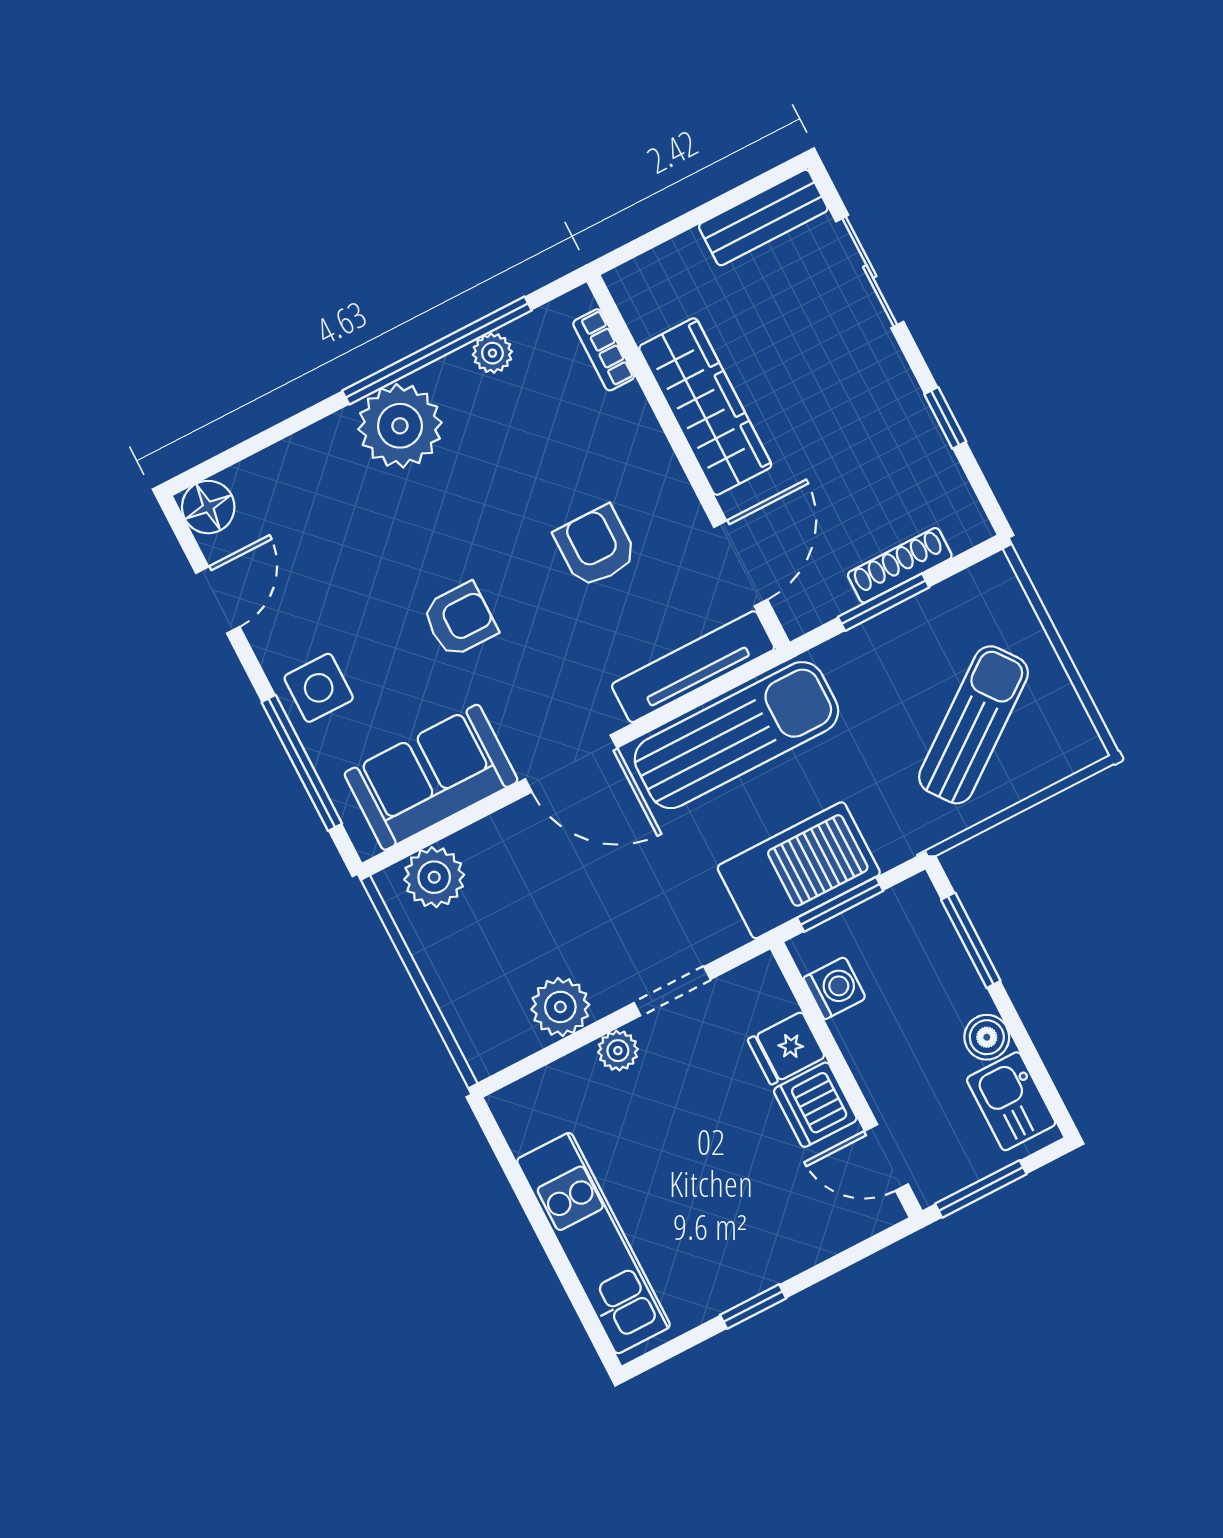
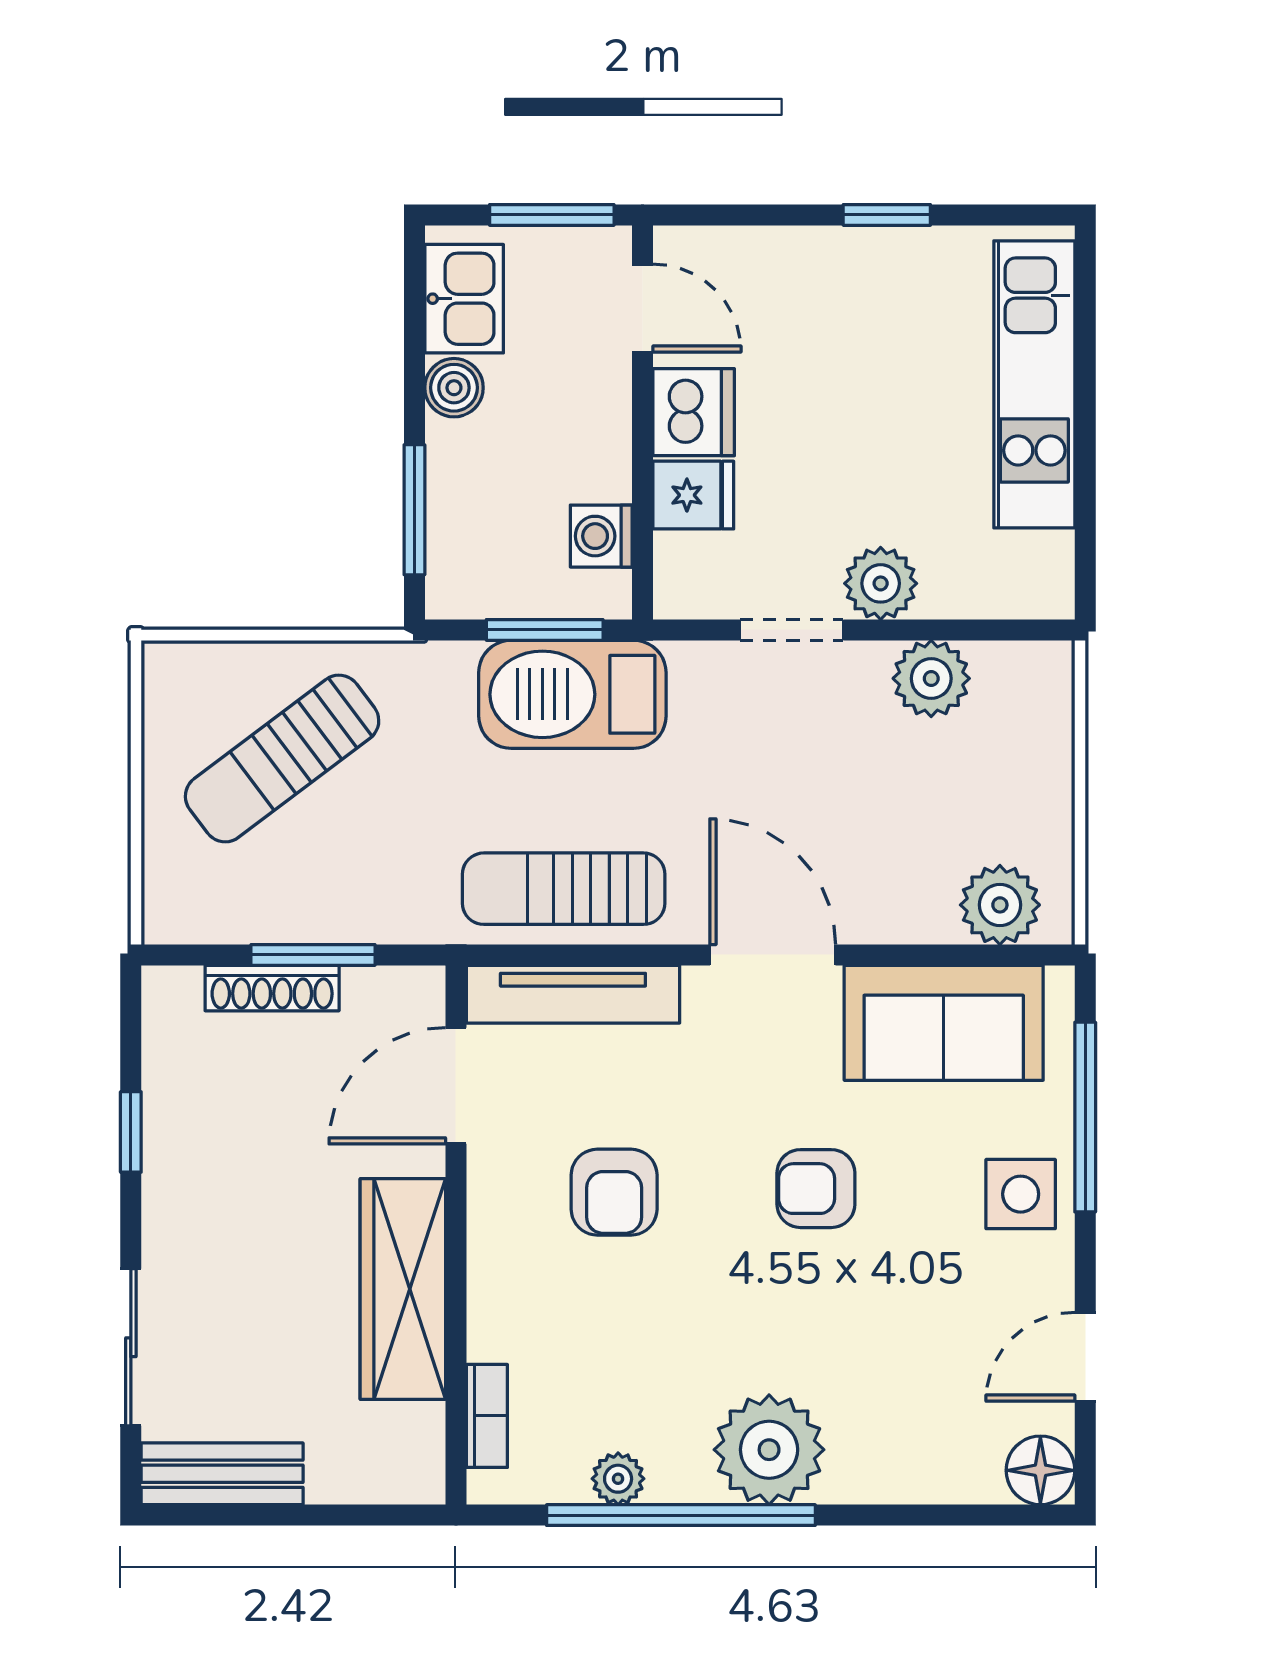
sun lounger: (736, 735) -> (564, 889), width x0.73, depth x0.75
plant: (618, 1051) -> (881, 583), width x1.38, depth x1.38

